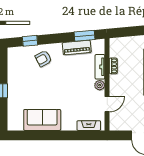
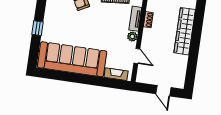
door: (107, 104) -> (137, 56), hinge flipped
sofa: (42, 120) -> (72, 59), width x1.85, depth x1.27

